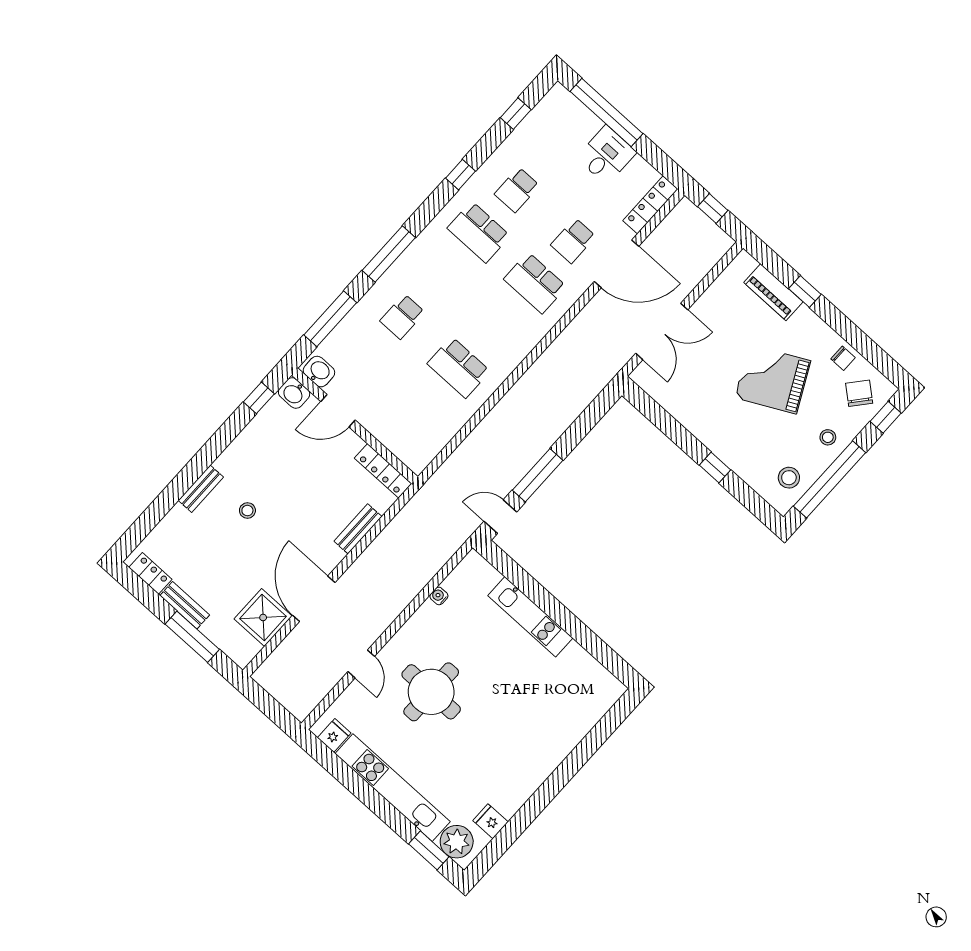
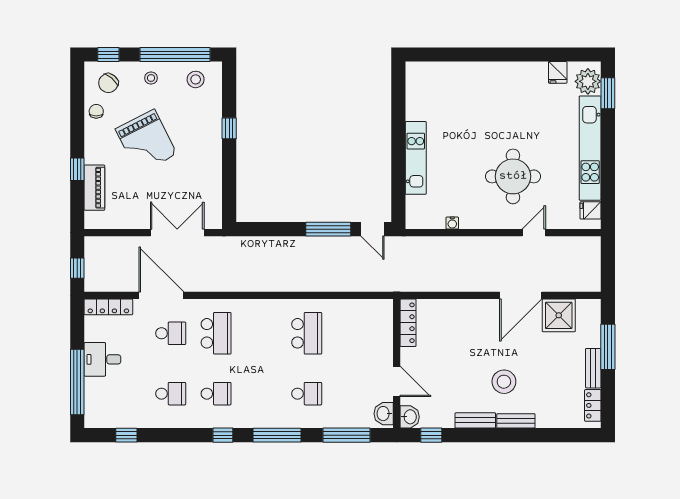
window: (461, 175) -> (223, 435), moved
school desk: (479, 232) -> (216, 394), width x0.54
stool: (247, 510) -> (504, 382), width x1.89, depth x1.89
bench: (358, 529) -> (475, 420), moved

